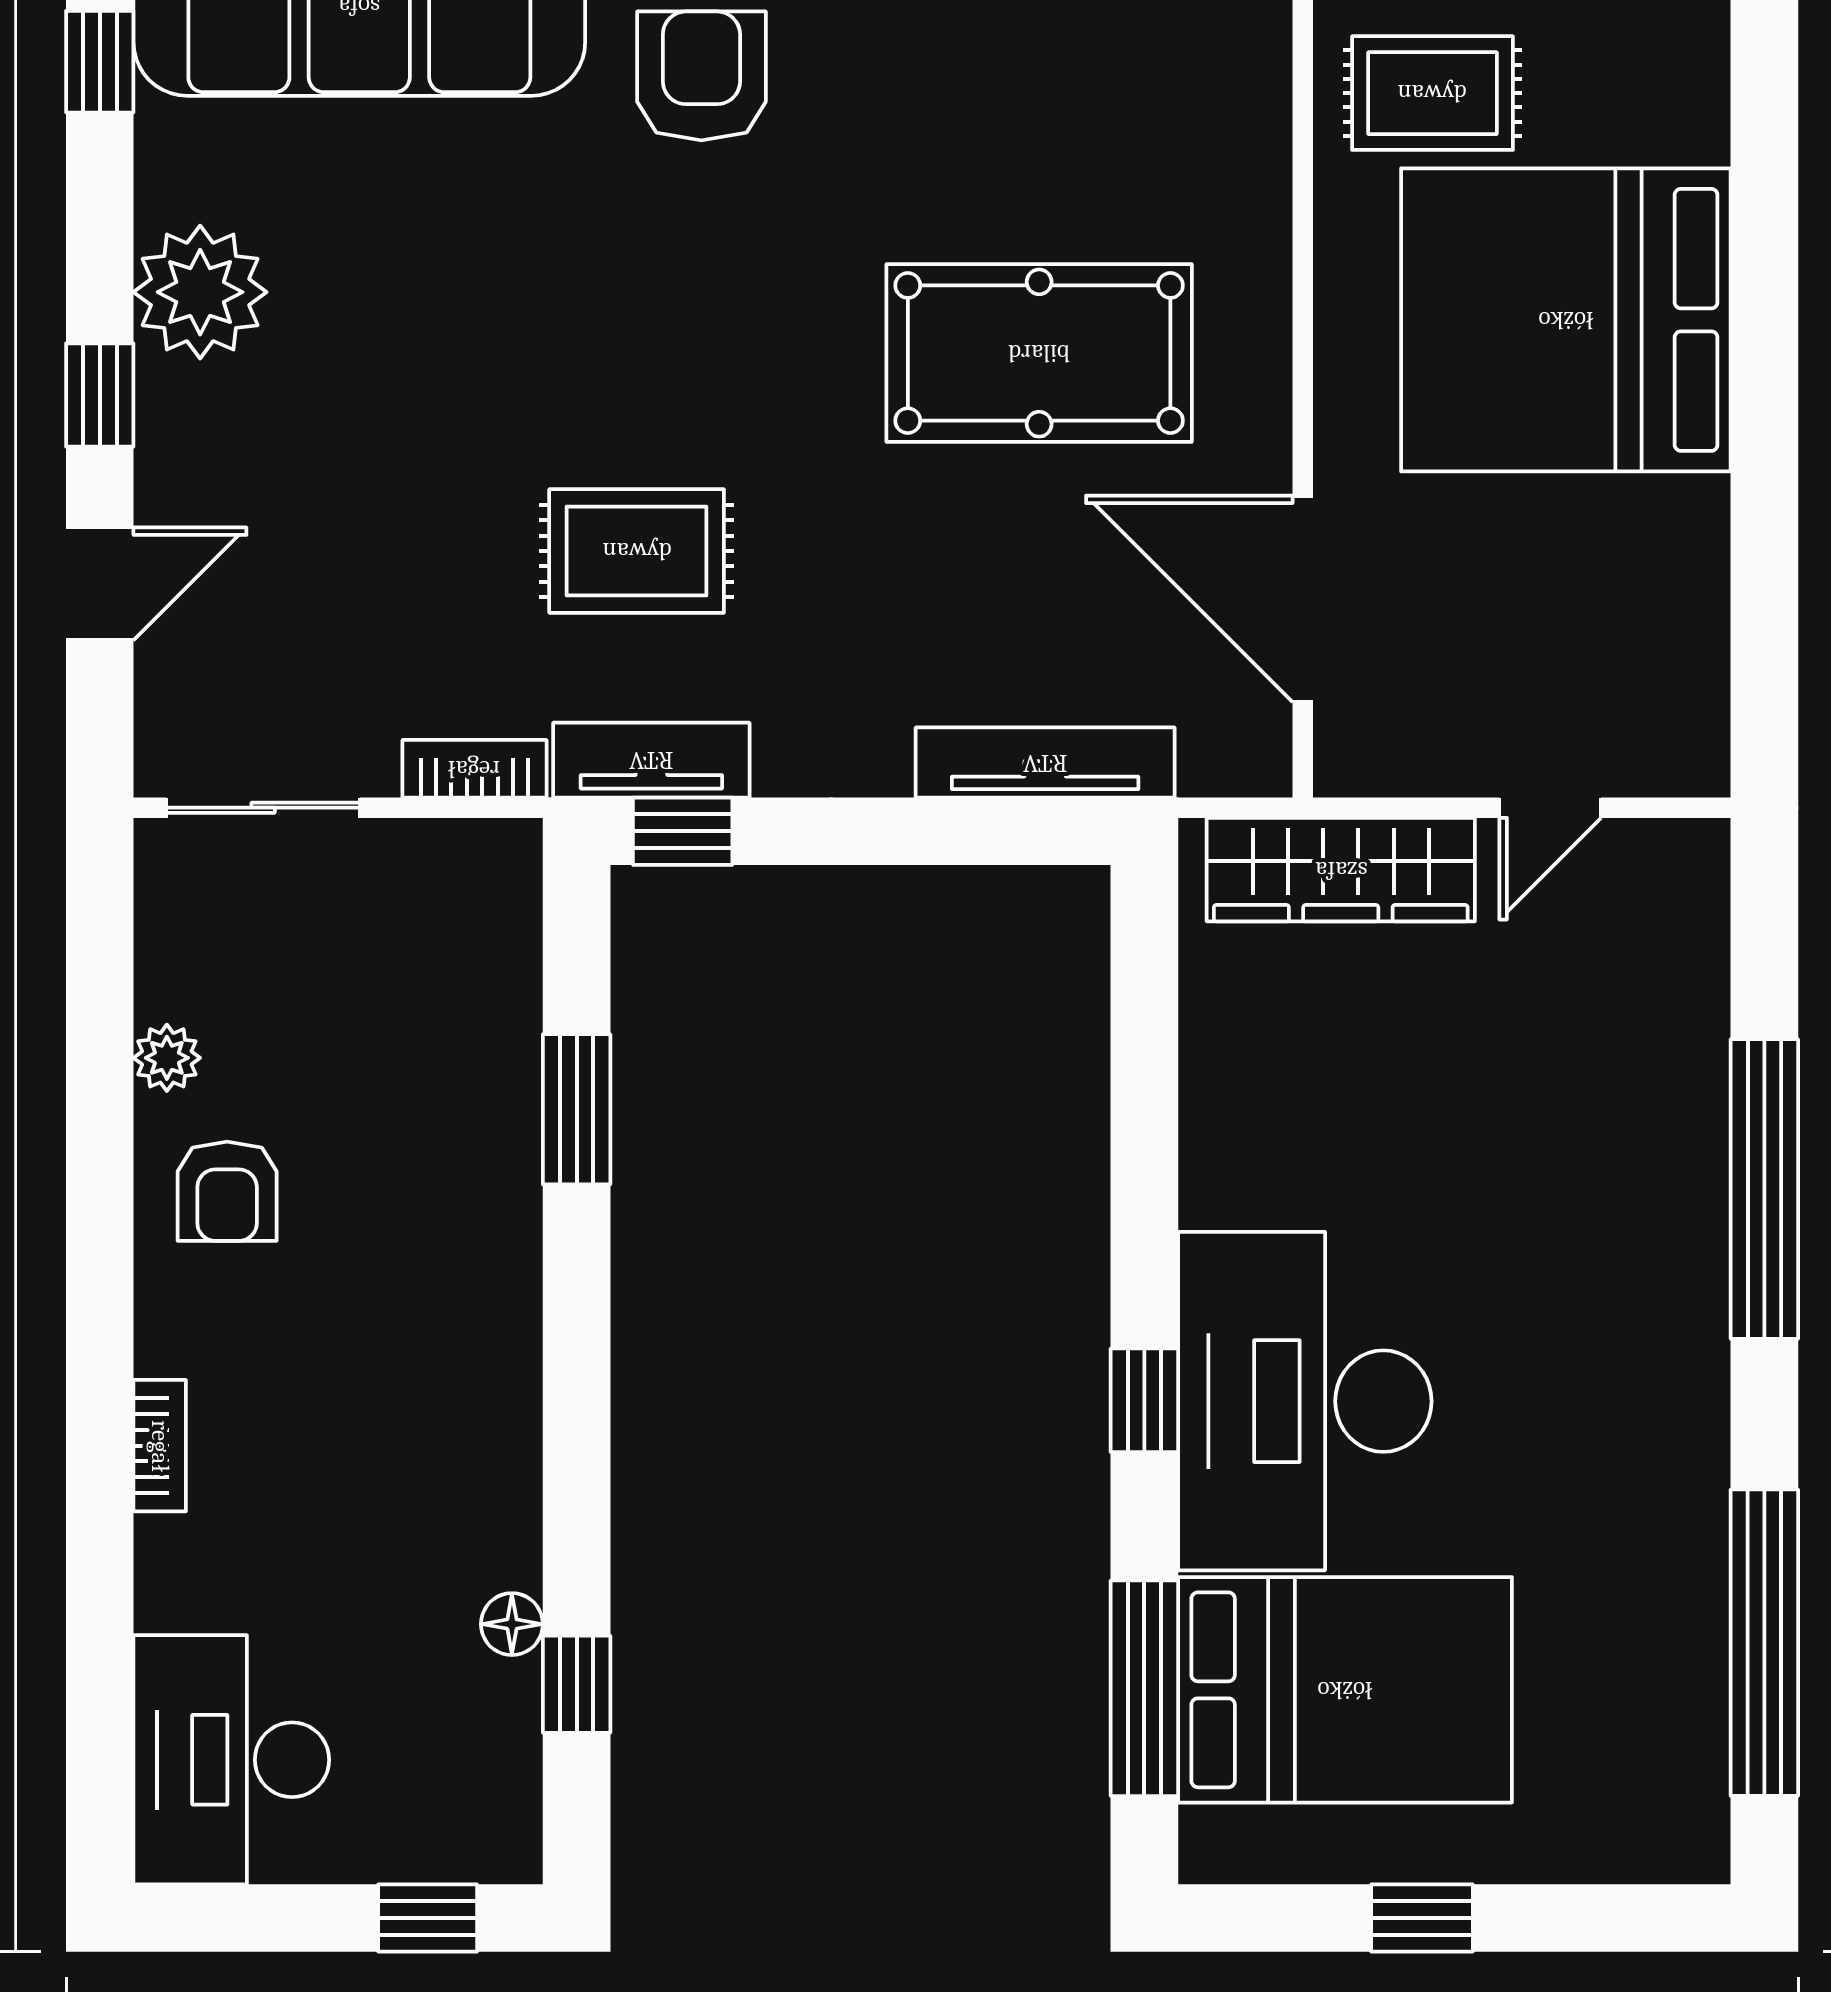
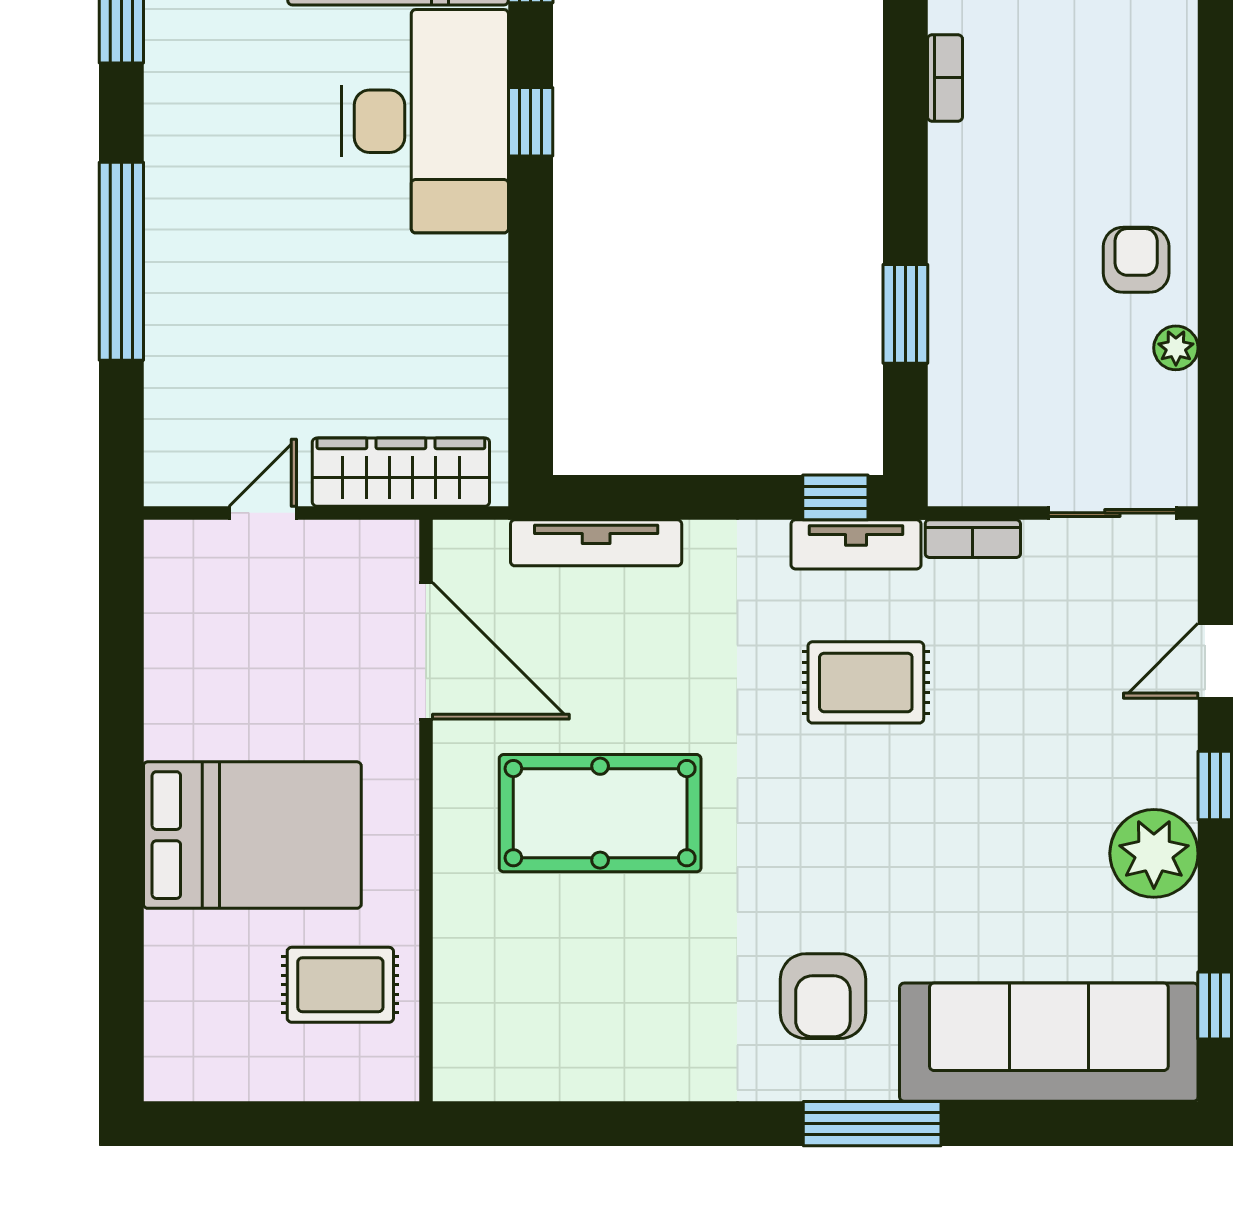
bed: (1566, 320) -> (252, 835), width x0.73
bookcase: (160, 1446) -> (945, 78), moved, turned 180

